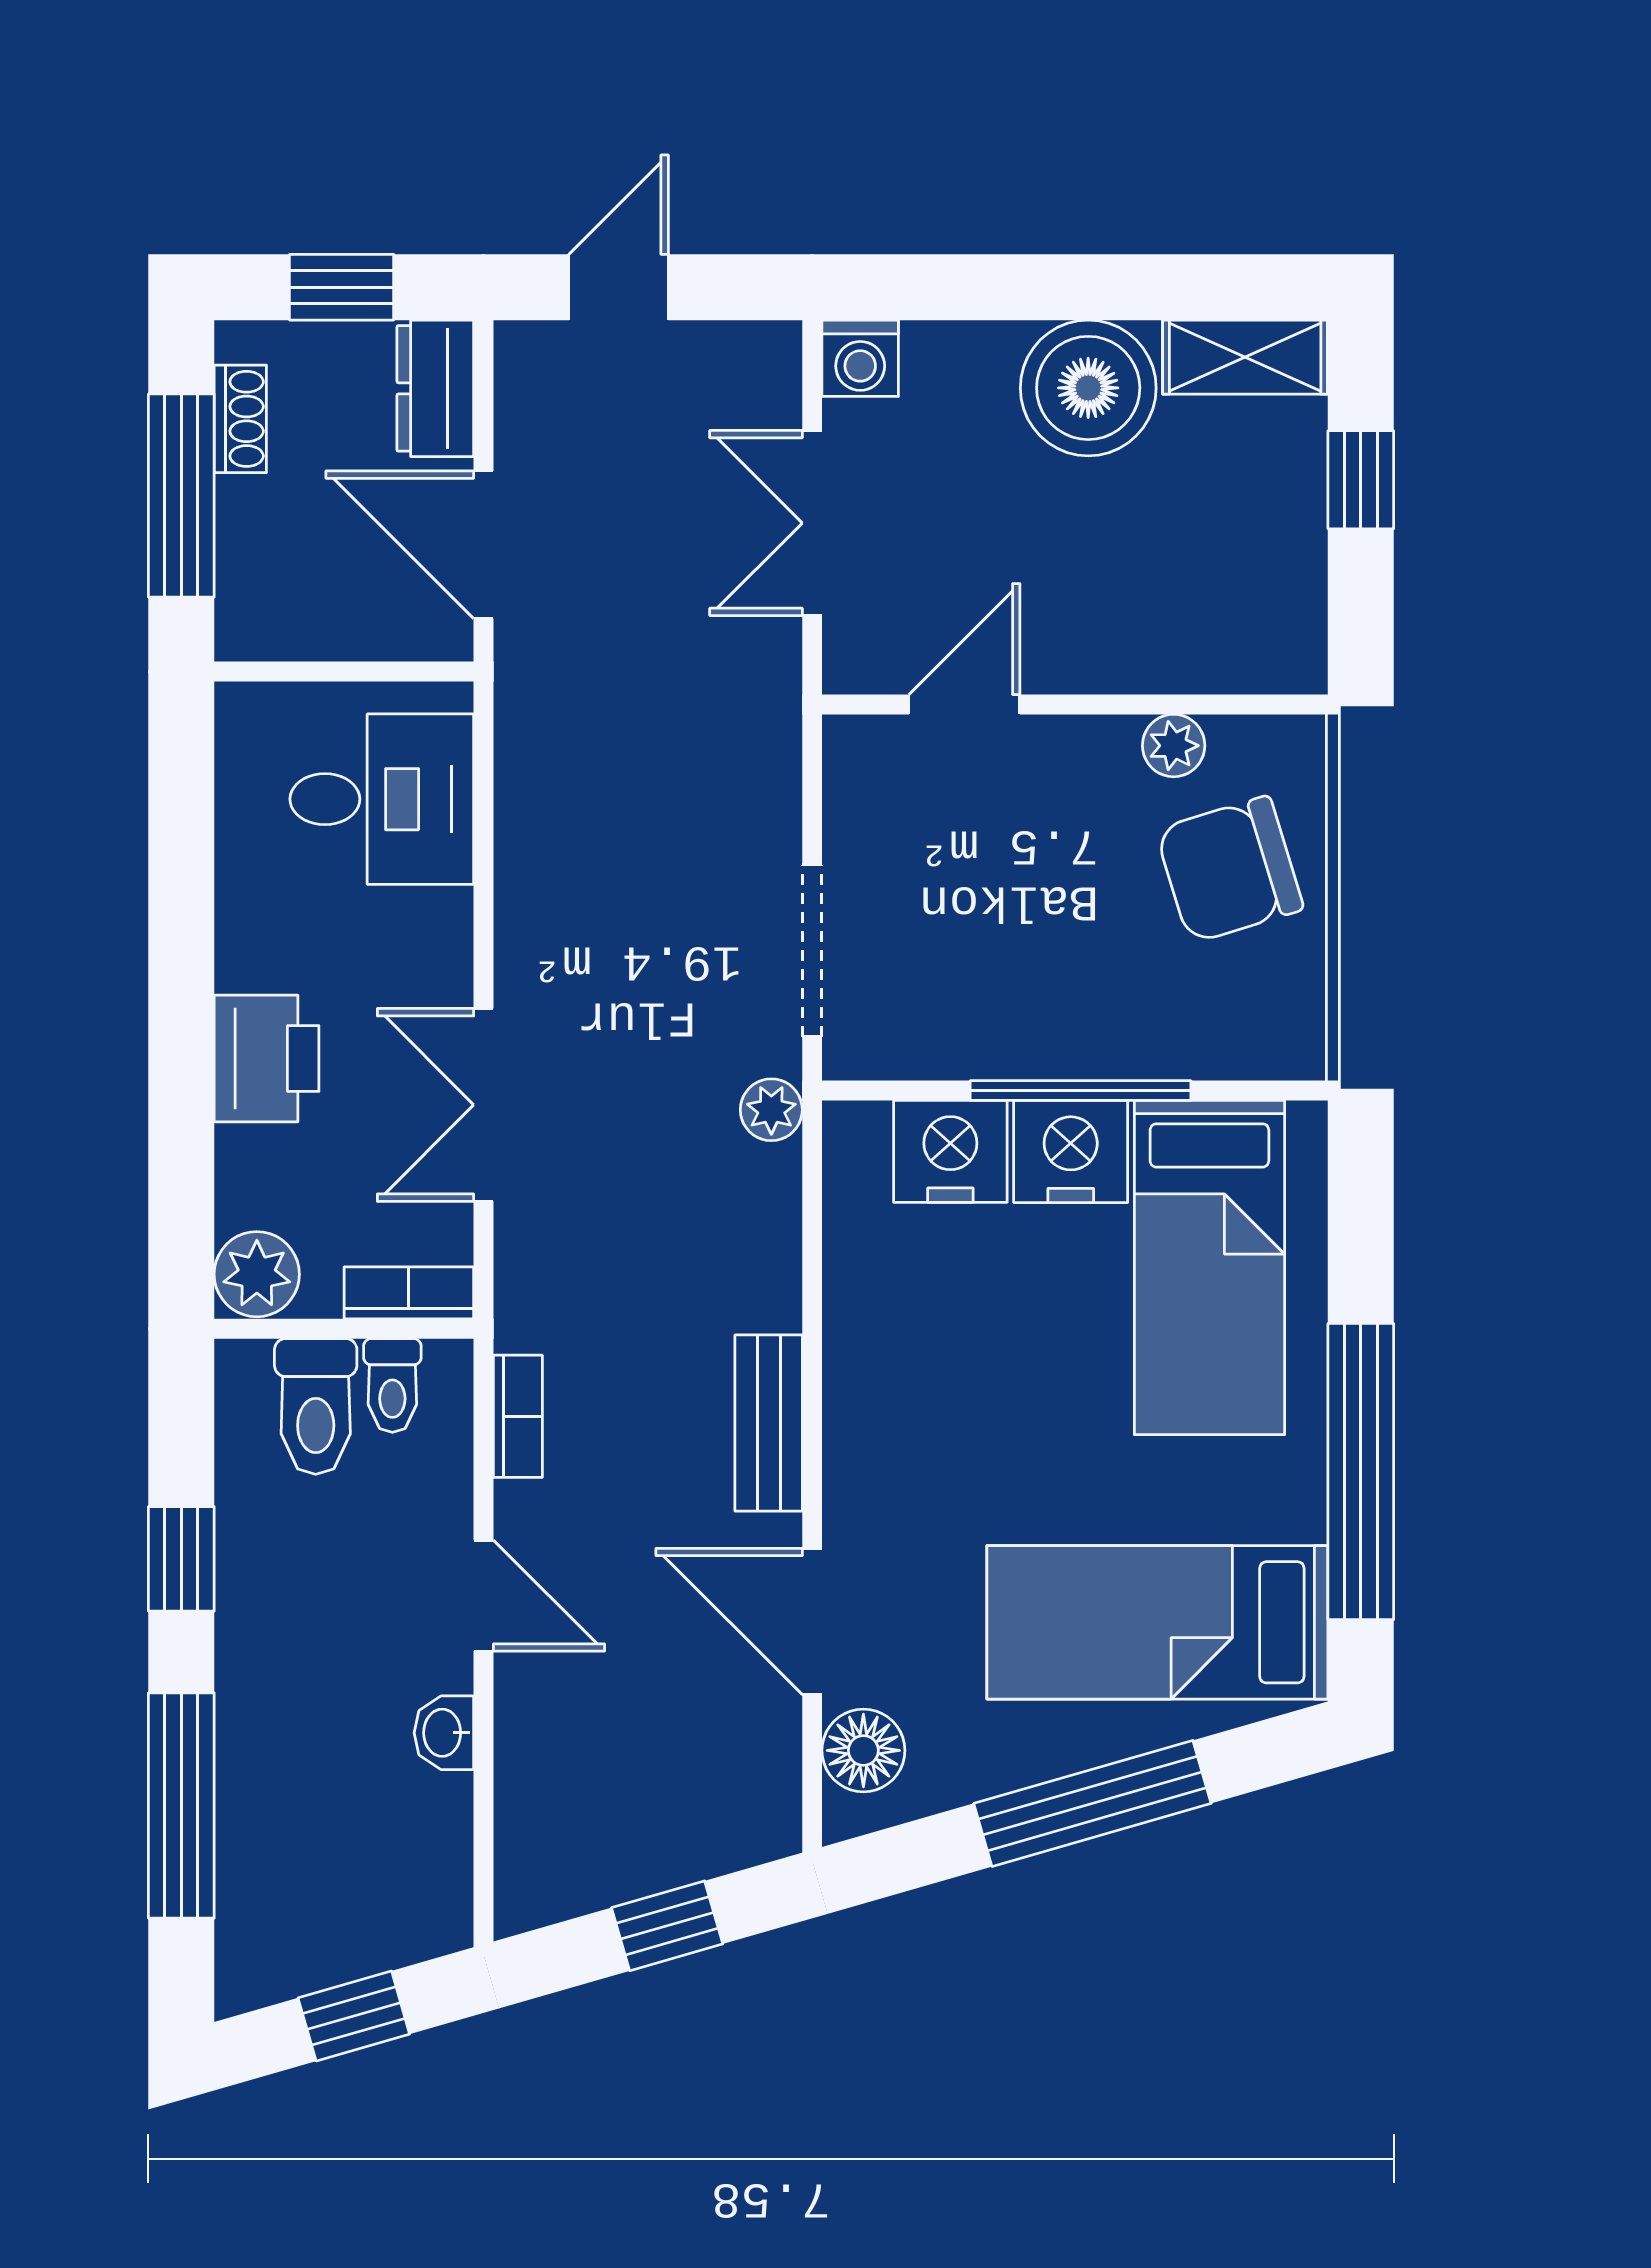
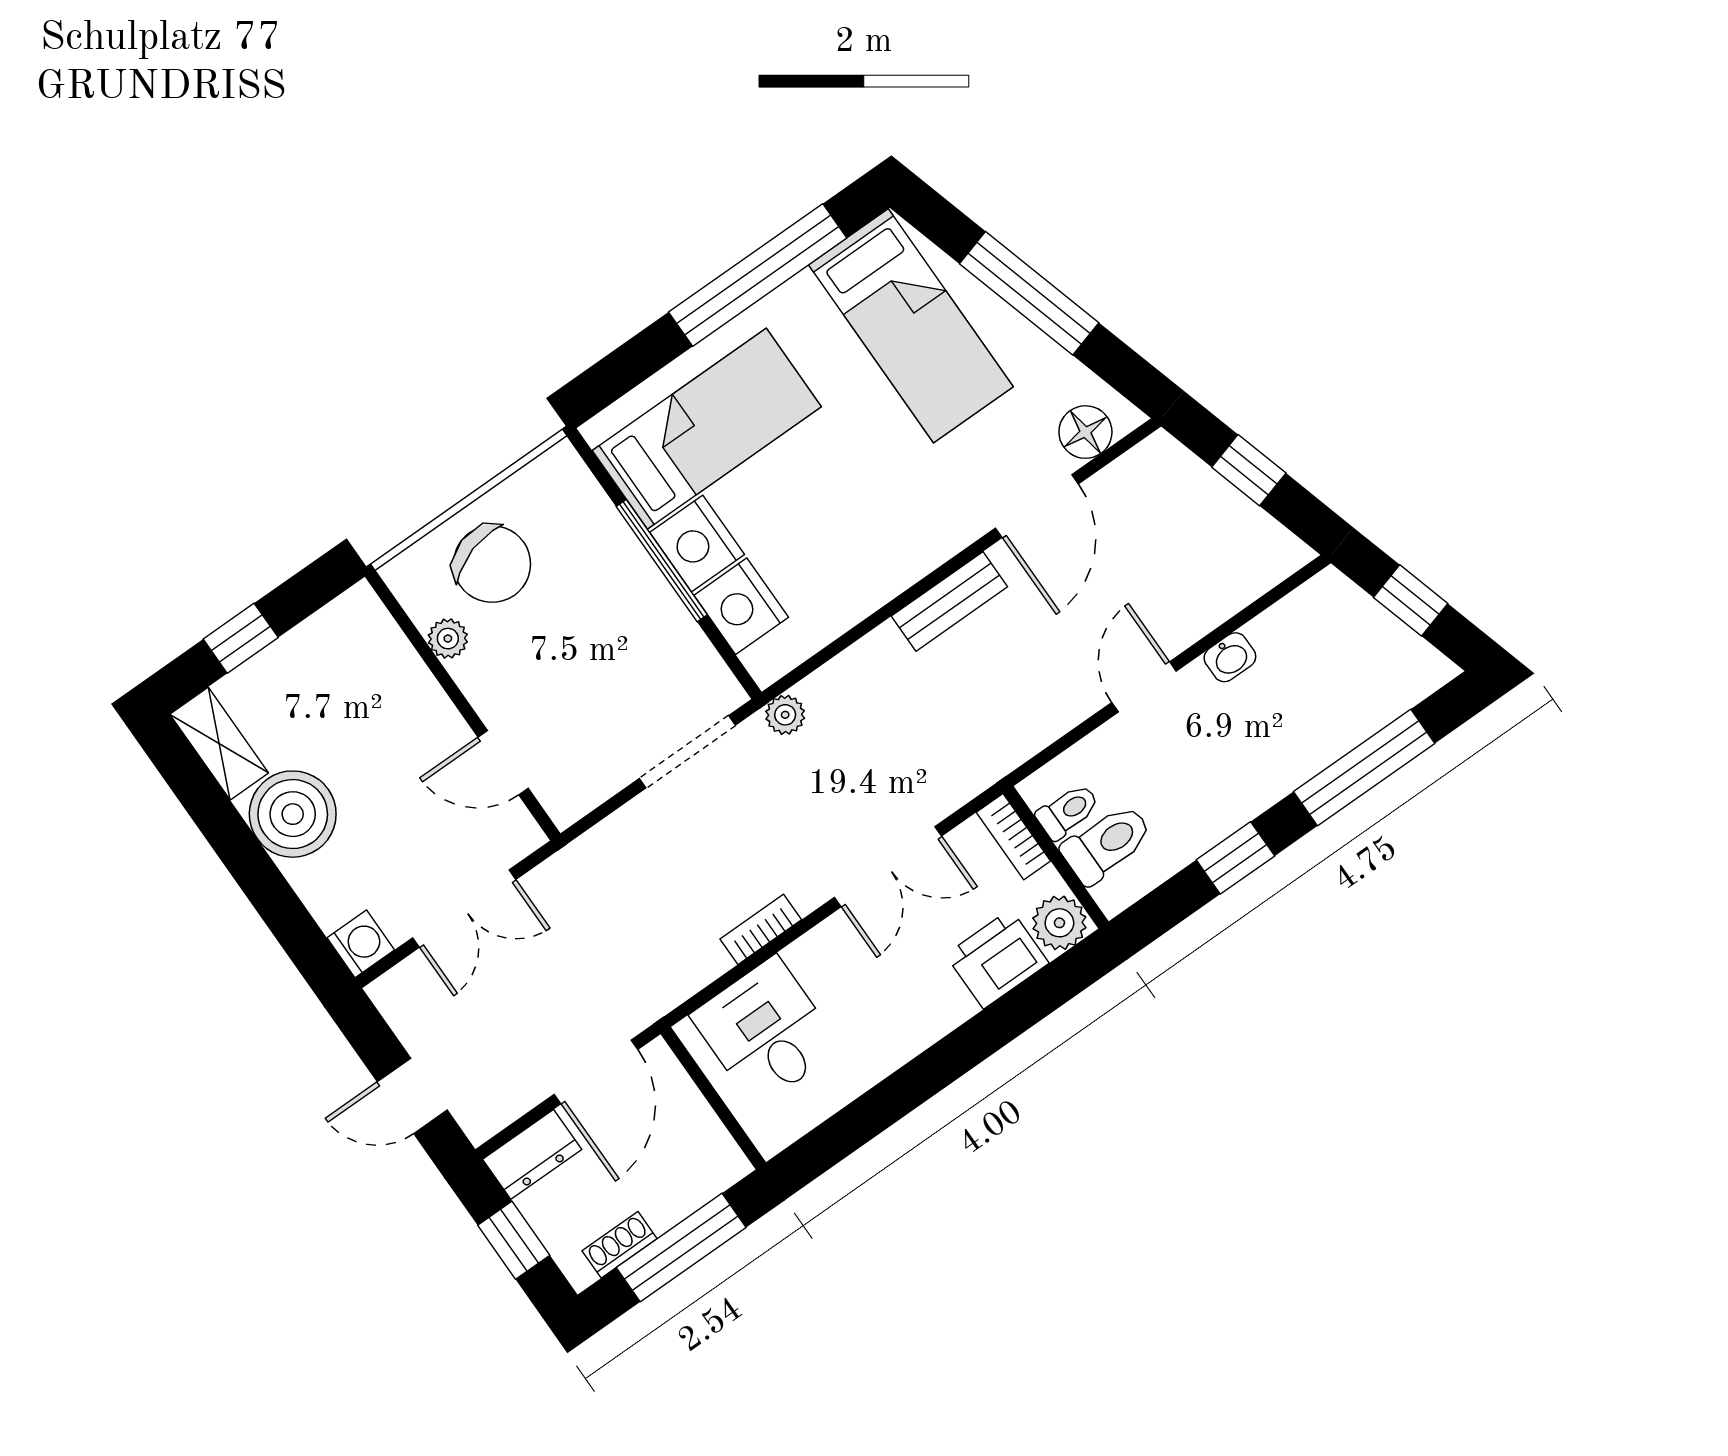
printer: (267, 1059) -> (997, 959), moved
bookcase: (518, 1416) -> (761, 929), moved

